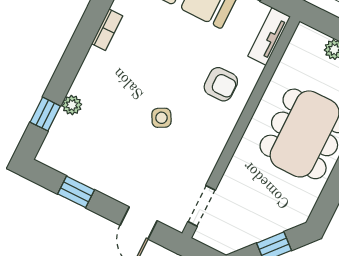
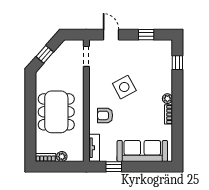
plant: (72, 105) -> (167, 99), moved
side table: (161, 118) -> (124, 87), width x1.87, depth x1.87

